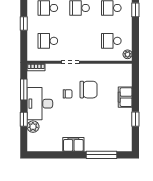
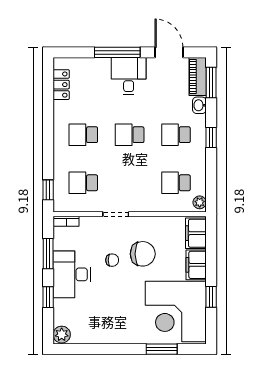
window: (24, 24) -> (48, 190), moved
plant: (33, 127) -> (62, 335), moved
corner desk: (111, 129) -> (176, 311), added
filing cabinet: (73, 144) -> (196, 233), moved, turned -90
window: (101, 155) -> (162, 349), width x0.69

